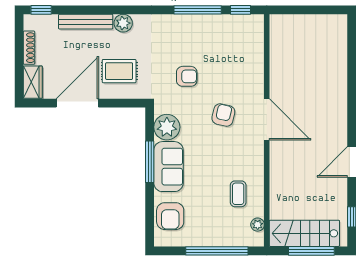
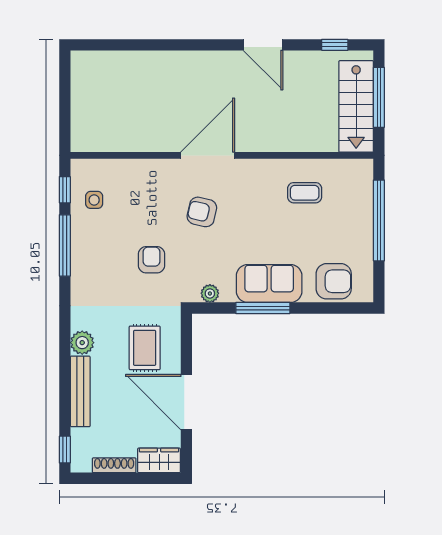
side table: (233, 32) -> (94, 200), added
plant: (167, 127) -> (210, 293), width x0.53, depth x0.53
plant: (258, 225) -> (345, 167), removed

